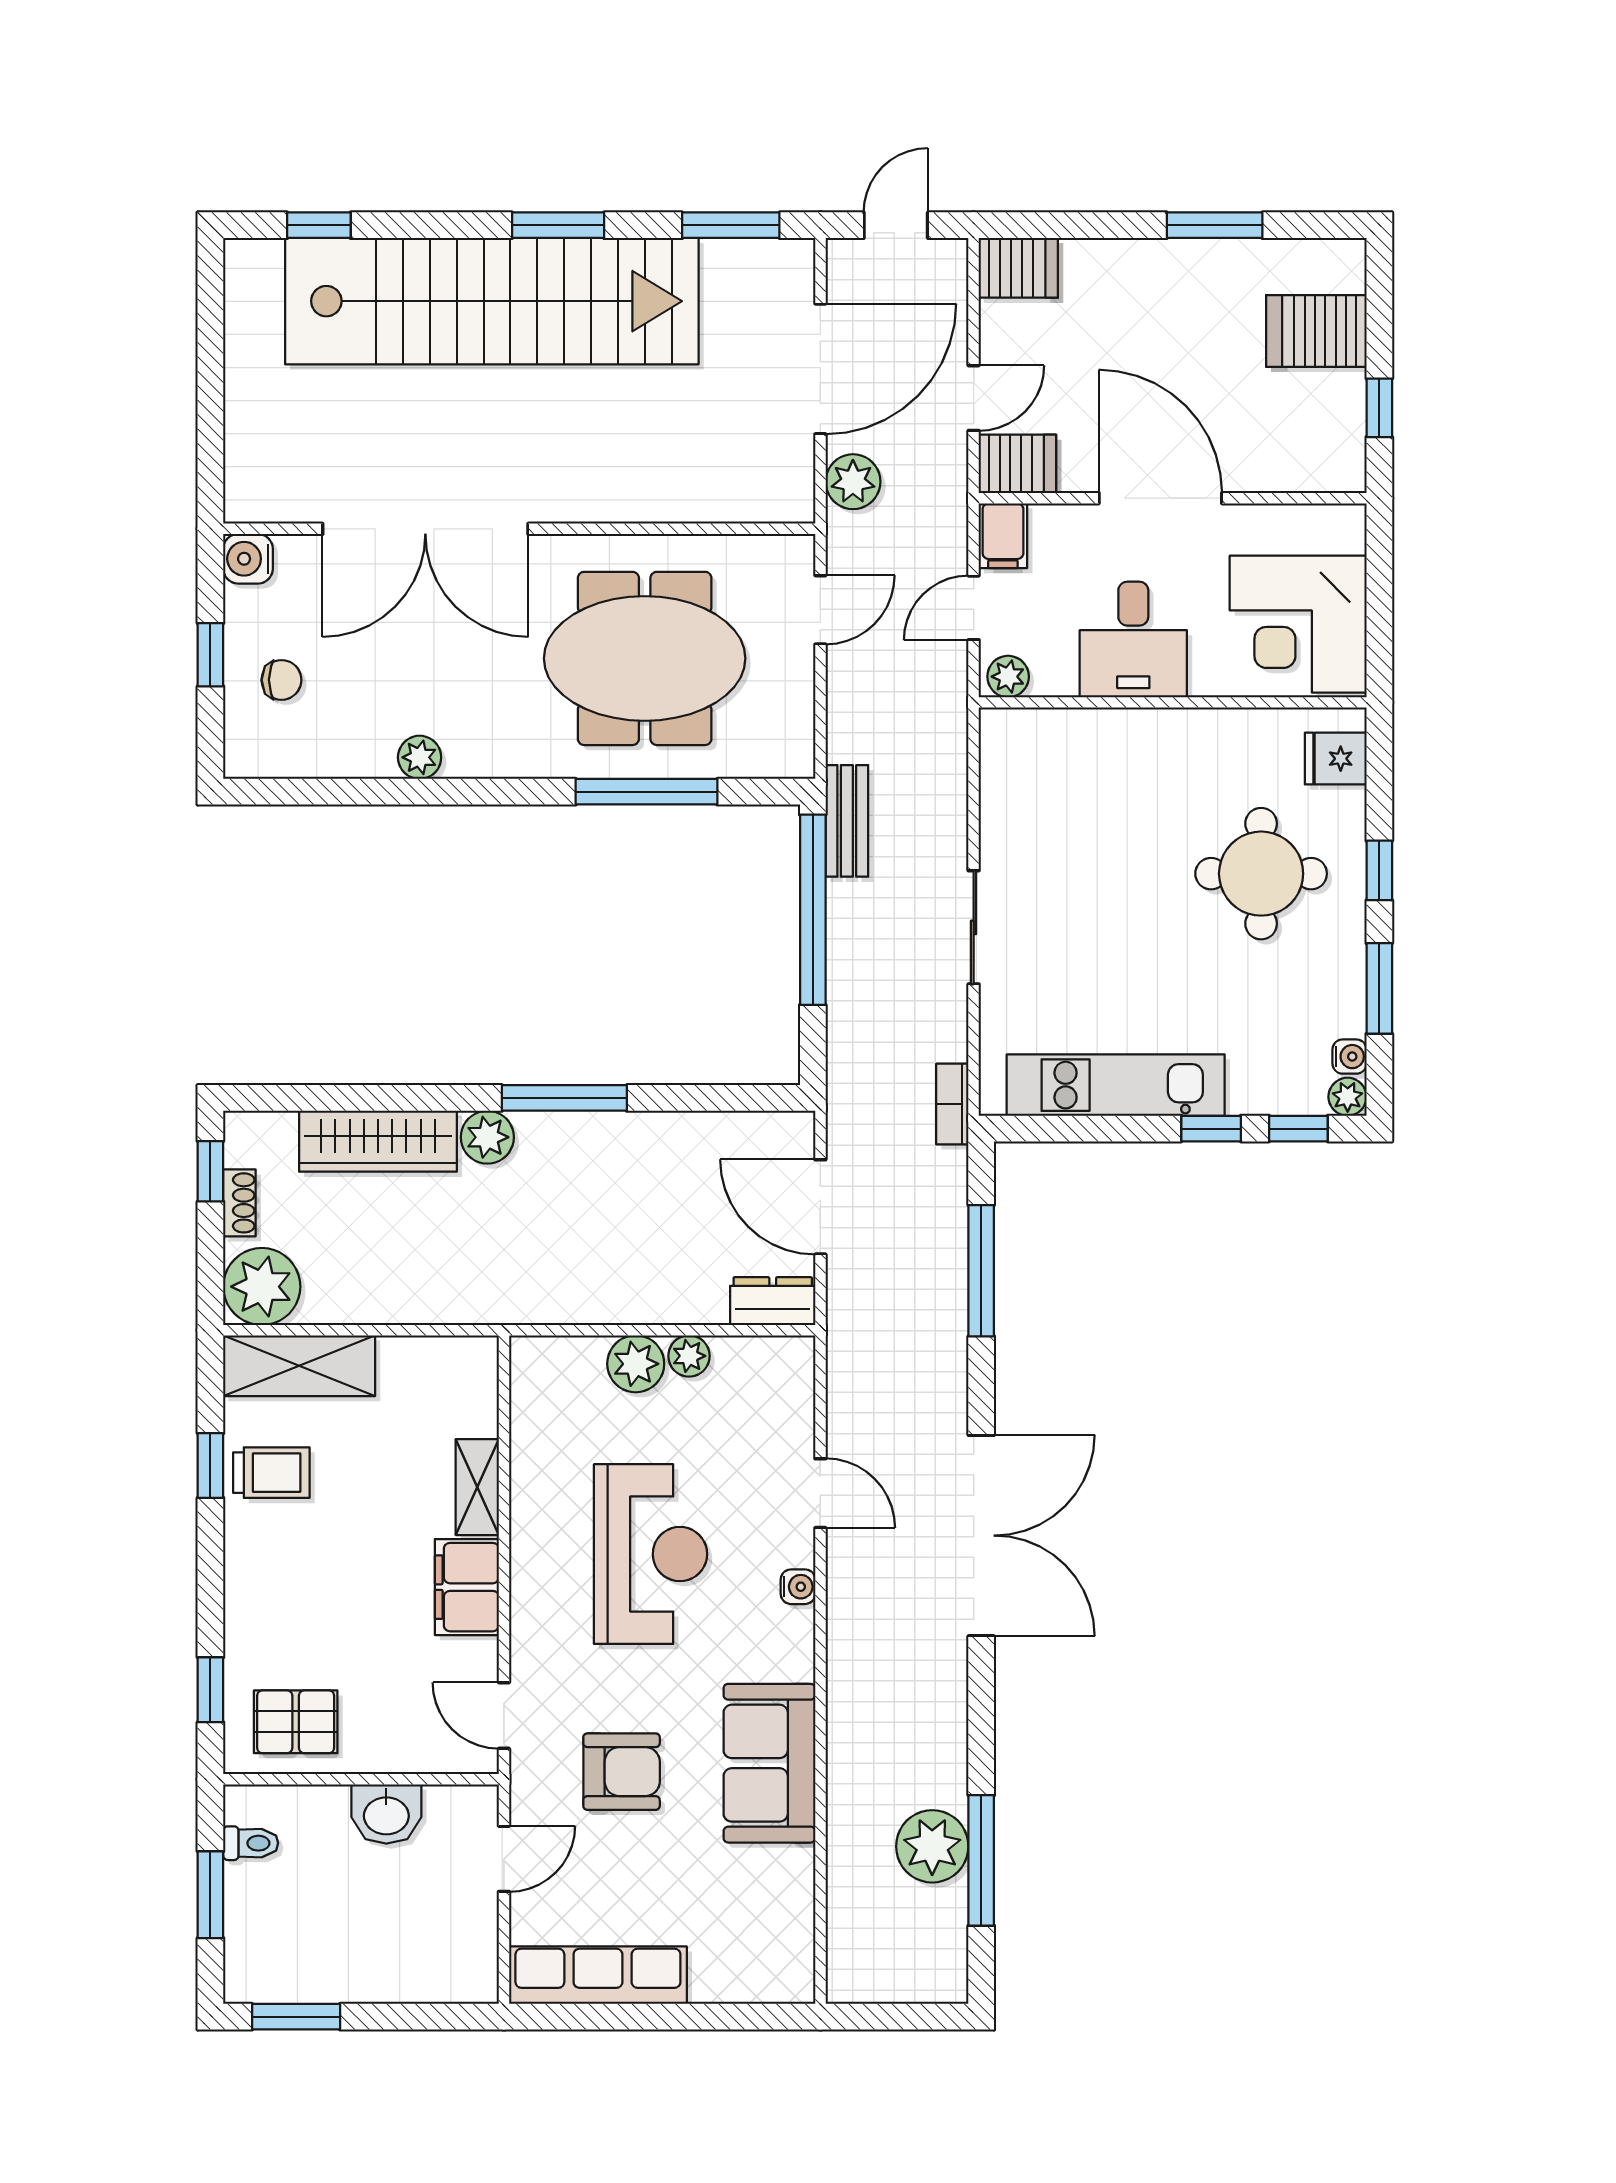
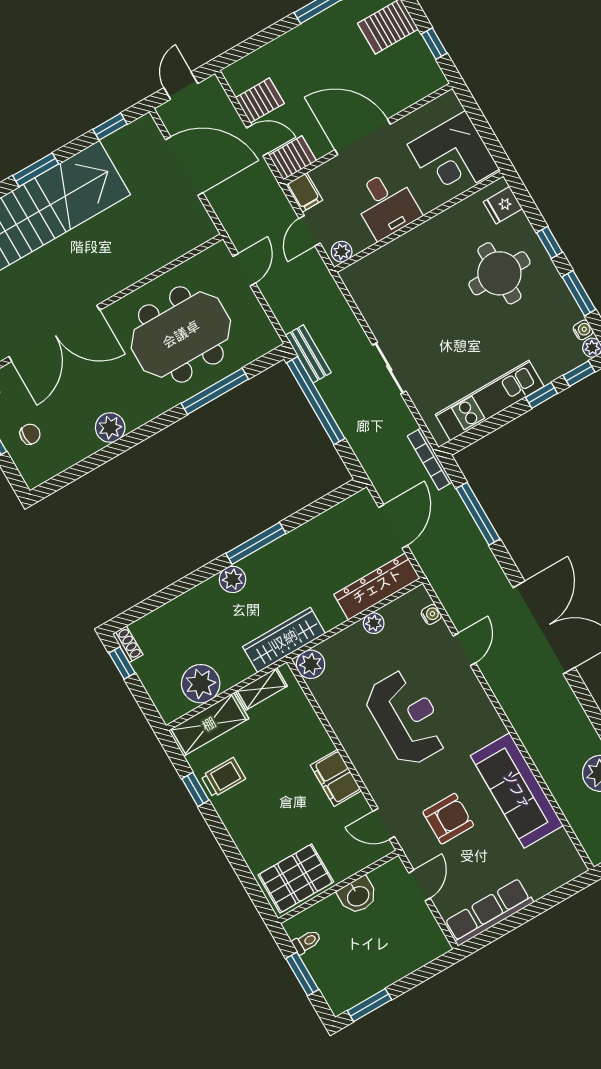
window: (731, 225) -> (110, 127), width x0.67
server rack: (1018, 268) -> (260, 100), moved
door: (820, 369) -> (184, 166), hinge flipped
door: (974, 398) -> (257, 141), hinge flipped
plant: (853, 482) -> (226, 207), removed
plant: (420, 757) -> (110, 428), width x1.38, depth x1.38
bookcase: (952, 1104) -> (430, 459), width x1.56
wardrobe: (378, 1141) -> (284, 640), moved, turned 180
shoe rack: (239, 1203) -> (128, 644), moved
door: (820, 1207) -> (393, 526), swing flipped
plant: (262, 1287) -> (201, 684), moved
dresser: (773, 1301) -> (377, 586), width x1.96, depth x1.24
plant: (636, 1364) -> (311, 664), moved
shelving: (477, 1487) -> (261, 689), moved, turned 90
door: (820, 1493) -> (464, 649), hinge flipped
water cooler: (798, 1587) -> (431, 614), moved
window: (210, 1690) -> (251, 886), removed
pallet: (296, 1722) -> (296, 878), width x1.50, depth x1.42
sofa: (769, 1763) -> (517, 790), width x1.36

